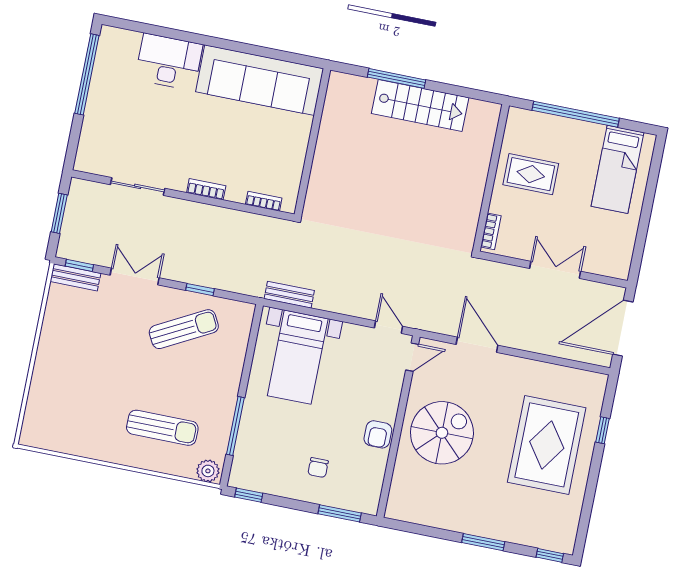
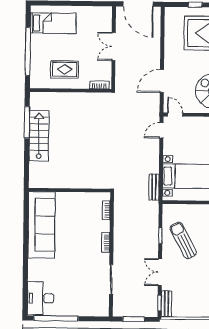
desk: (169, 62) -> (41, 298), moved
window: (397, 78) -> (27, 122), moved
rug: (531, 174) -> (65, 69), turned 90

